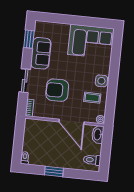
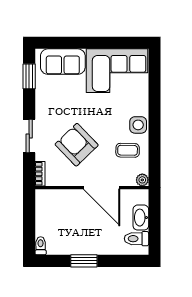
sofa: (41, 53) -> (63, 62), moved, turned 90
armchair: (57, 90) -> (77, 145), turned 46
washbasin: (98, 134) -> (141, 218), moved

